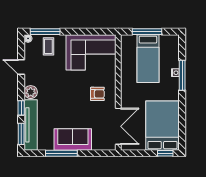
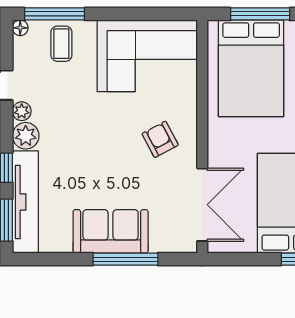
bed: (148, 59) -> (251, 68), width x1.50
plant: (29, 80) -> (22, 111), added
armchair: (97, 94) -> (160, 139), turned -118
window: (61, 153) -> (126, 259), moved

